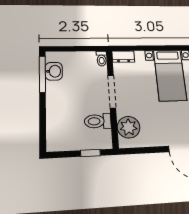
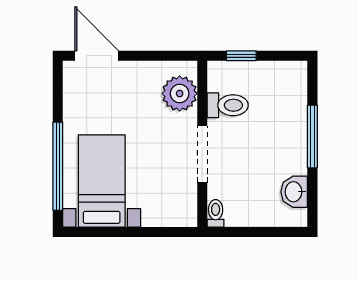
dresser: (123, 56) -> (179, 216), removed
window: (42, 74) -> (312, 136), moved

